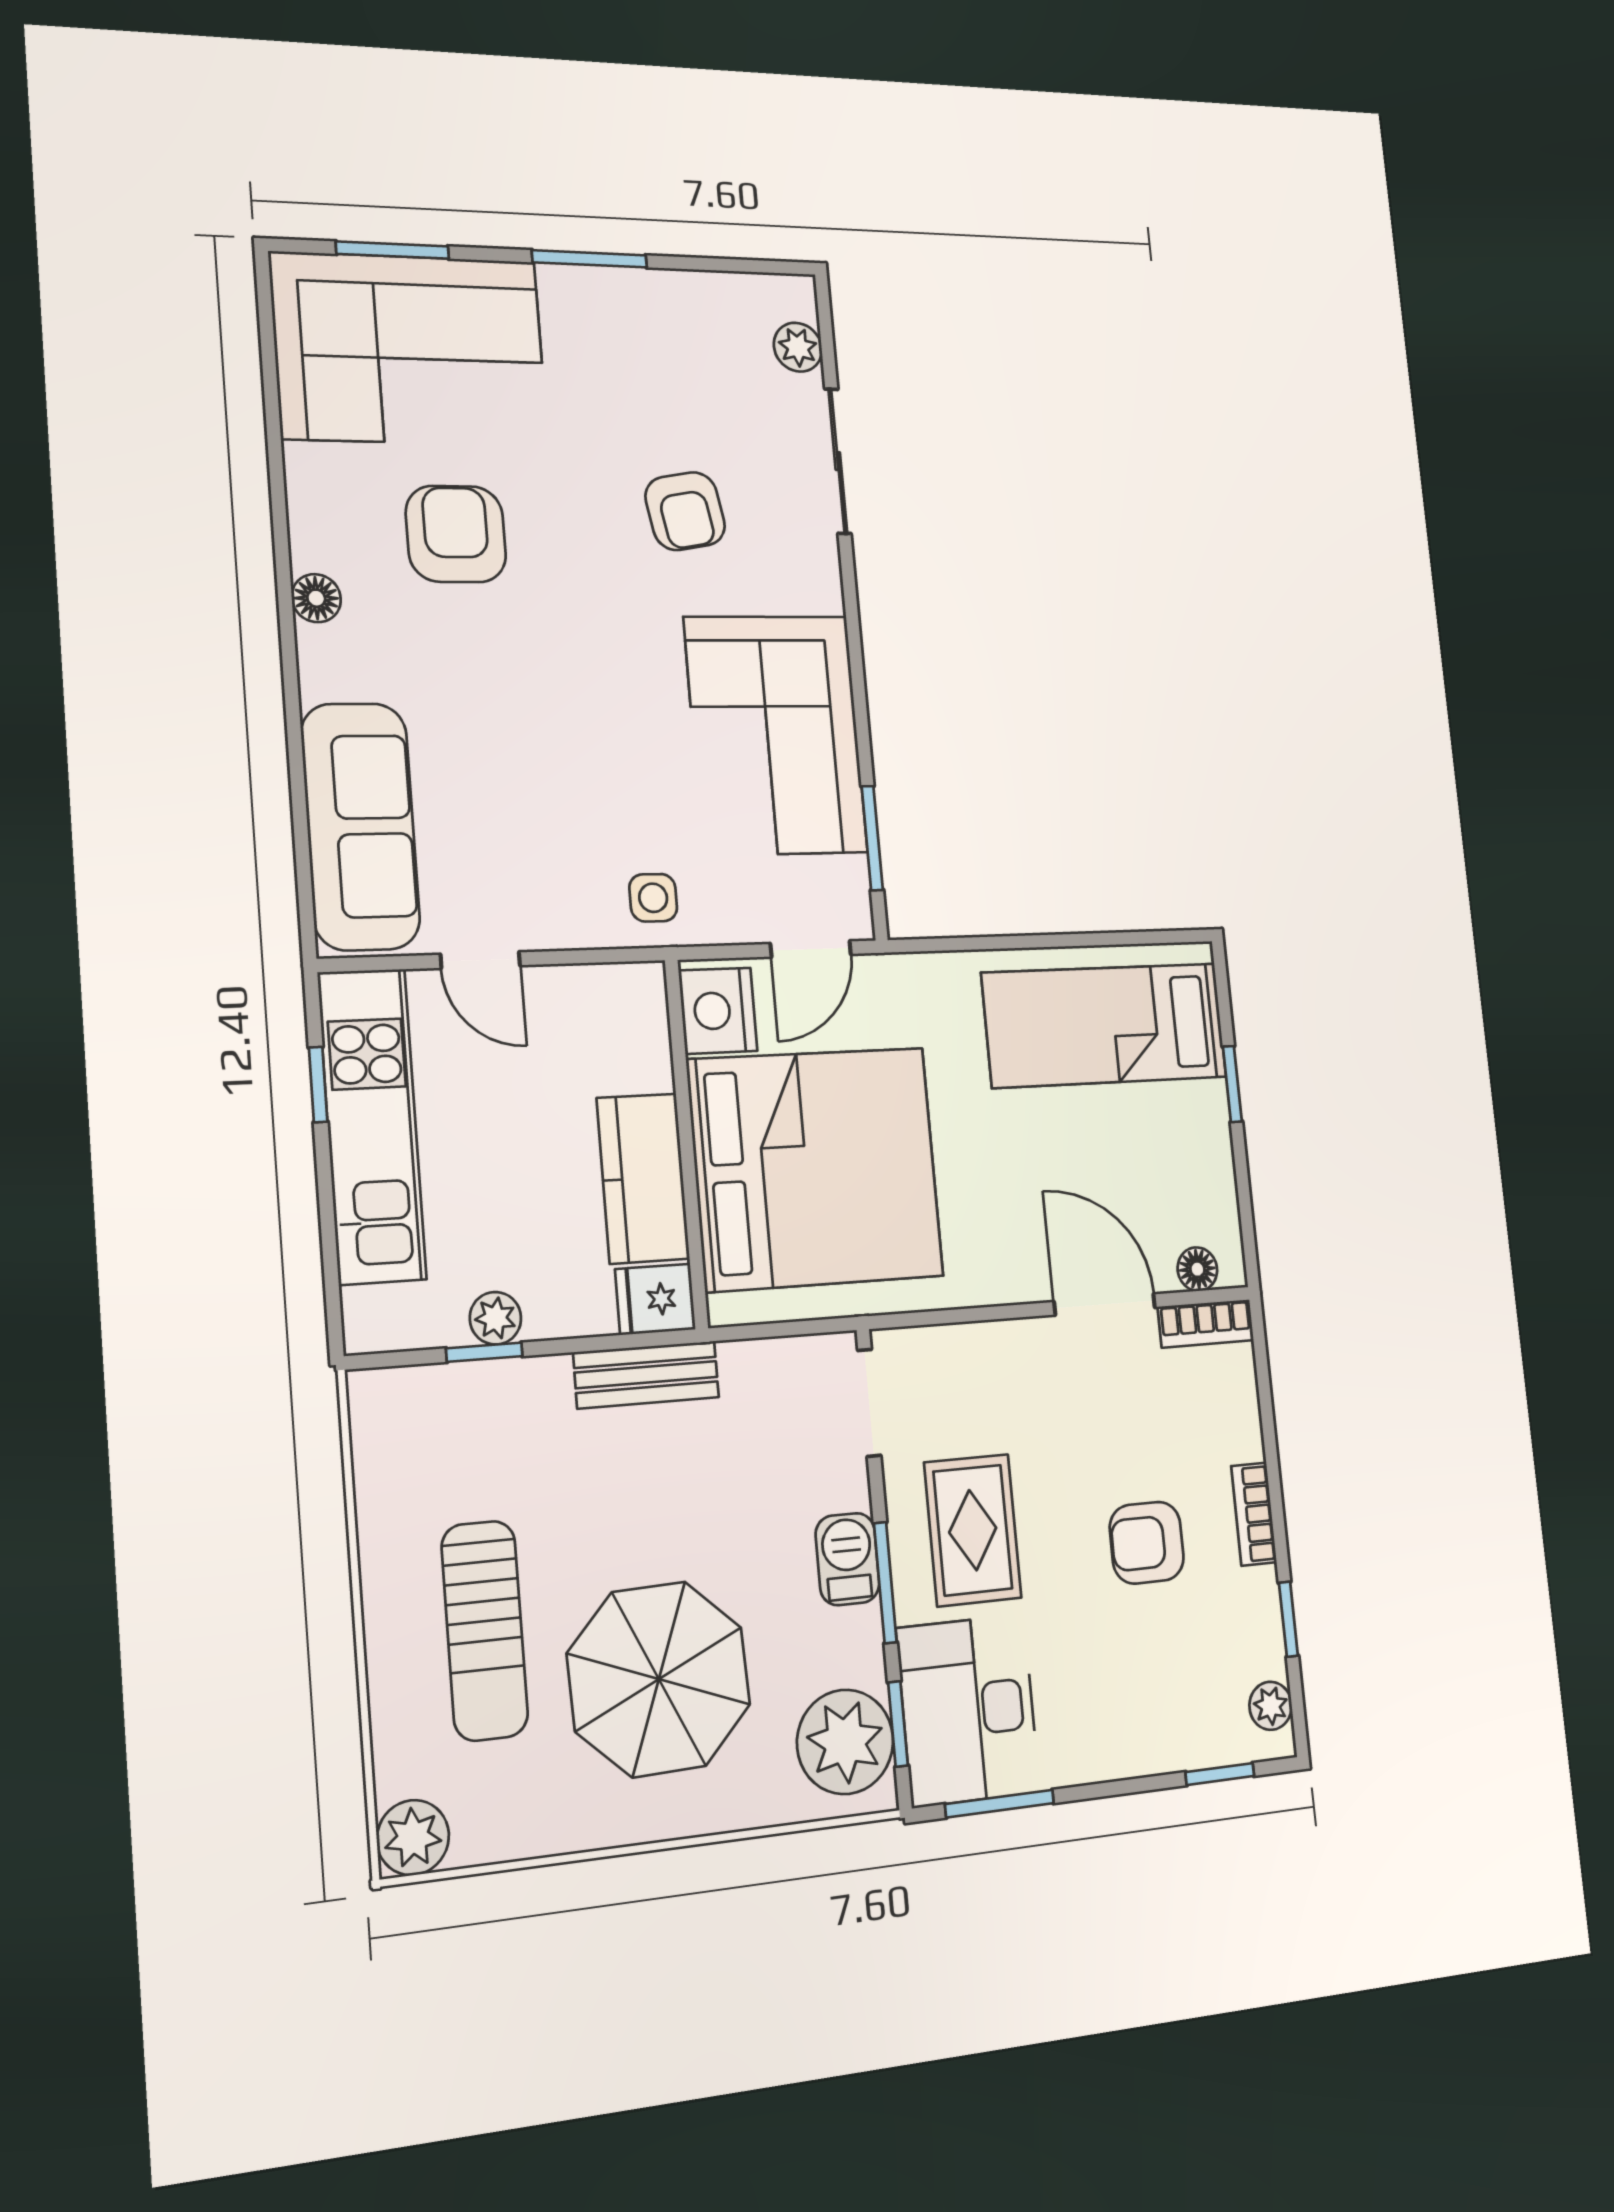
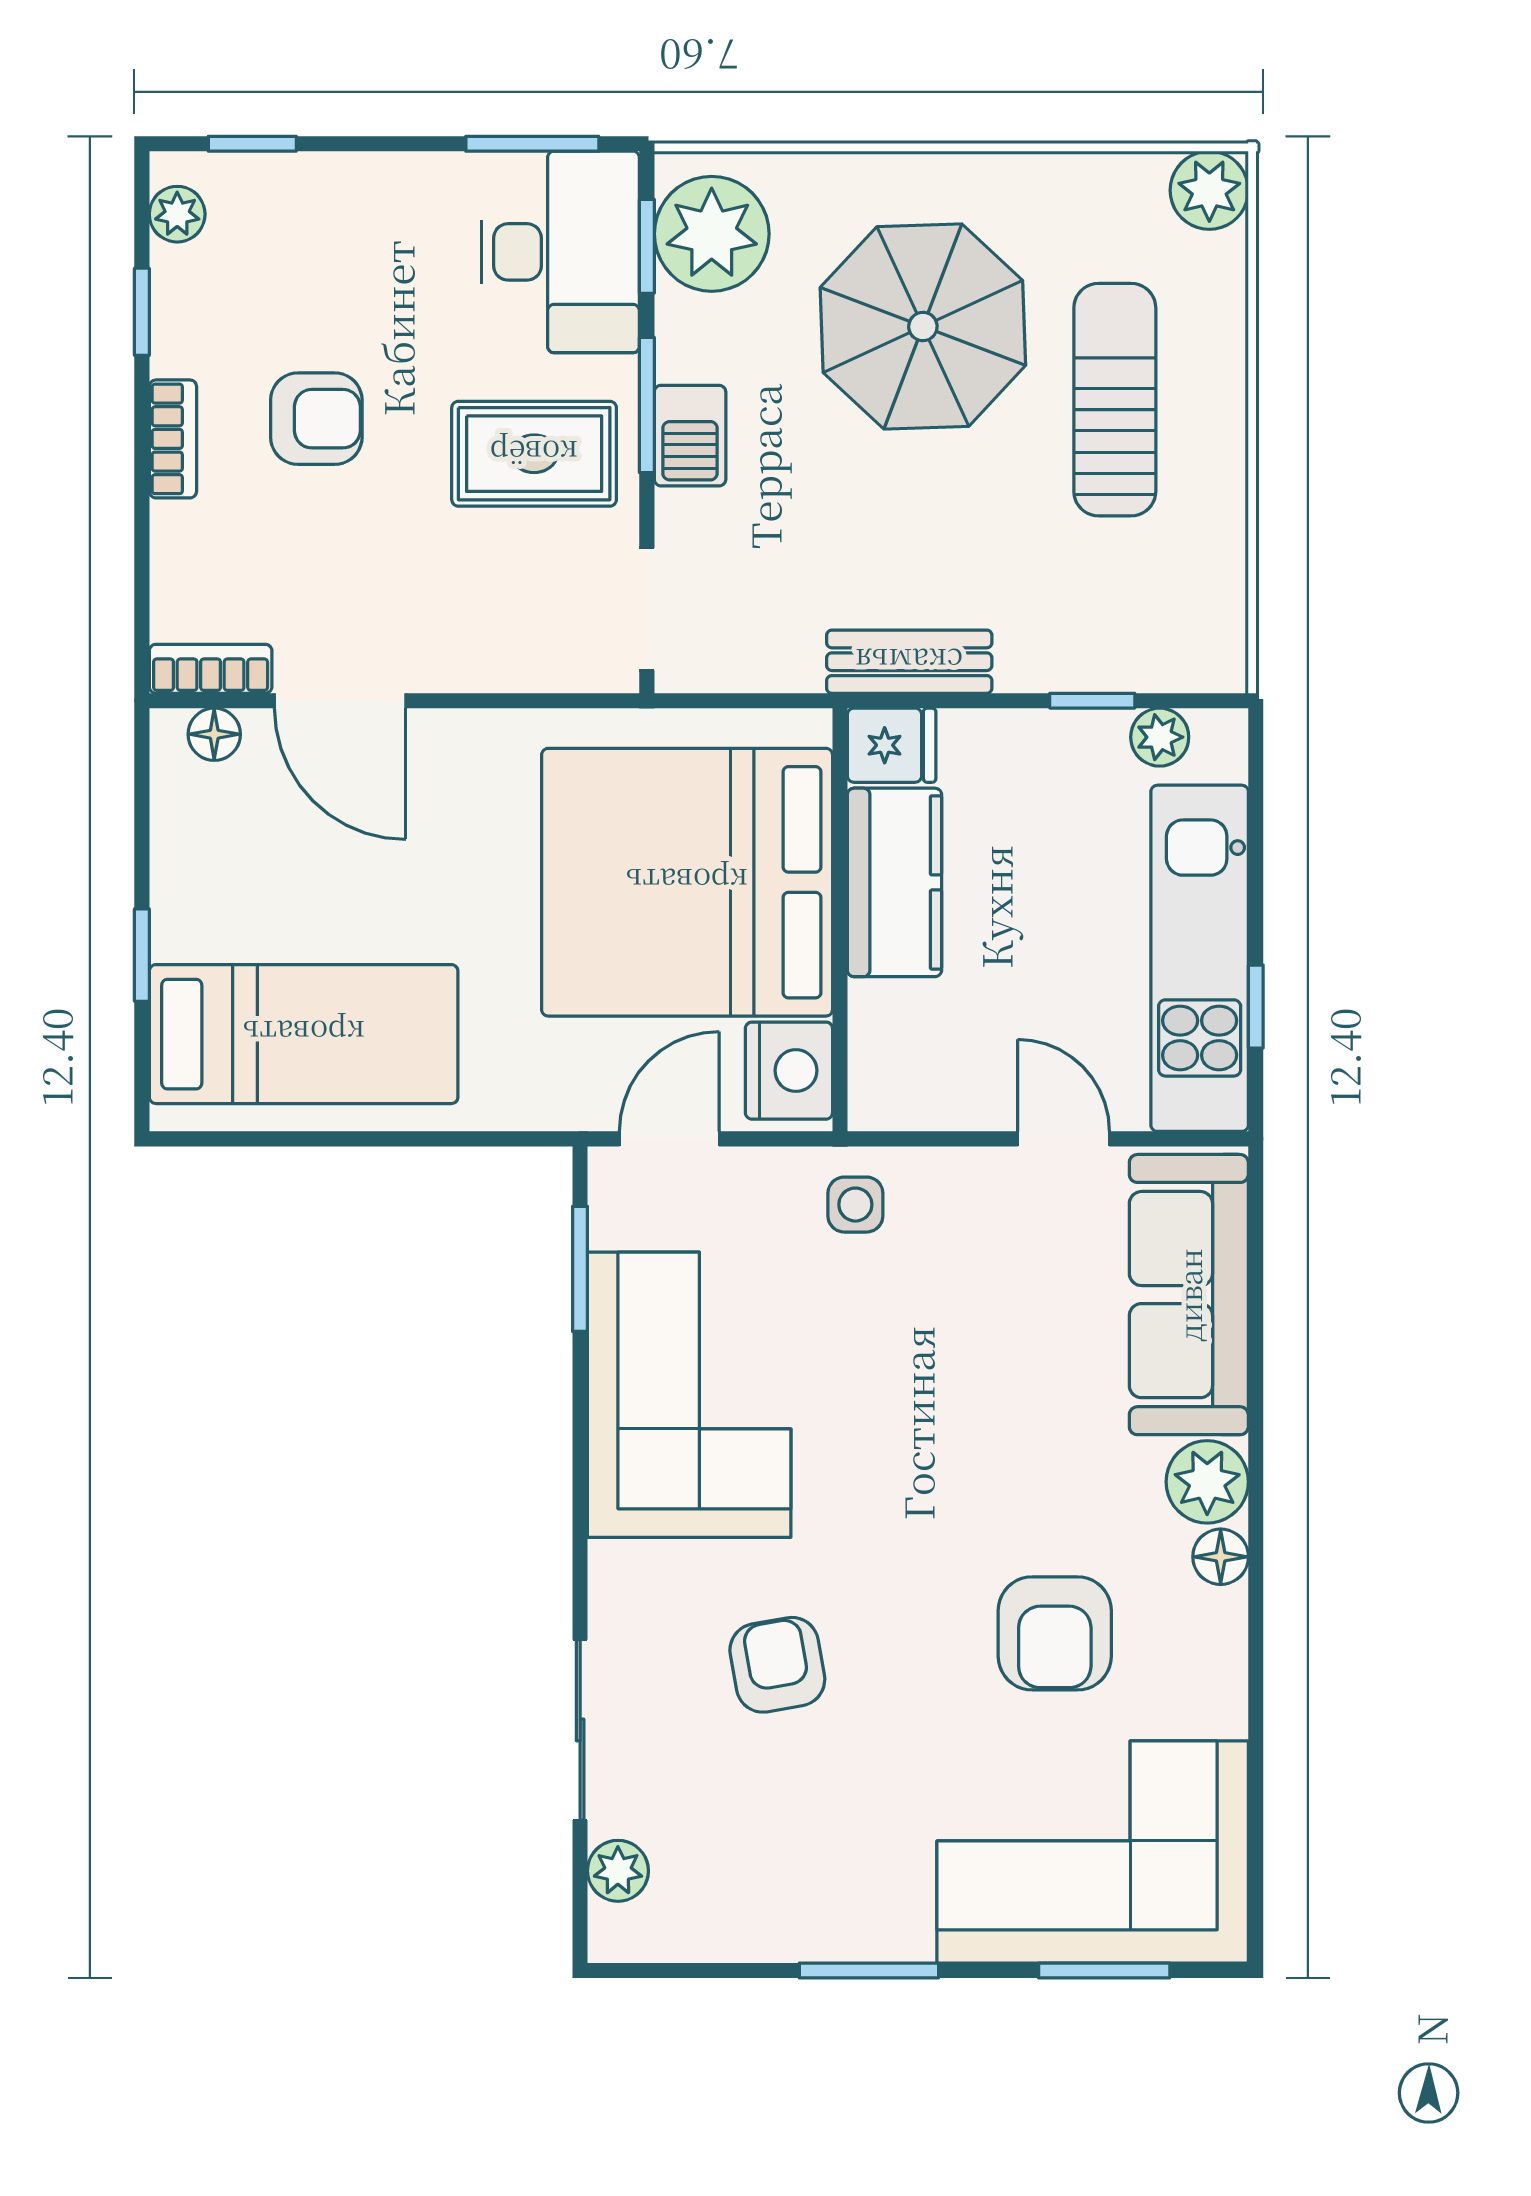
plant: (333, 663) -> (1207, 1482), added
plant: (495, 1318) -> (1160, 737), moved
rug: (973, 1530) -> (534, 454), turned 90

